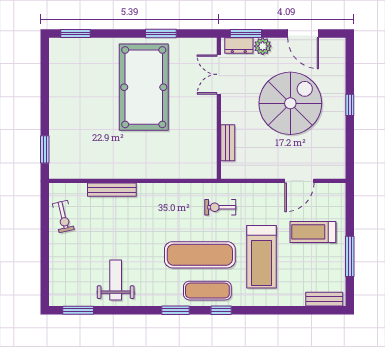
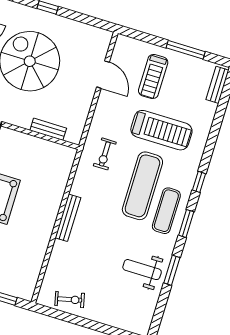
bench: (112, 190) -> (68, 218), moved
exercise mat: (207, 291) -> (166, 211), moved
window: (78, 310) -> (172, 270), moved

